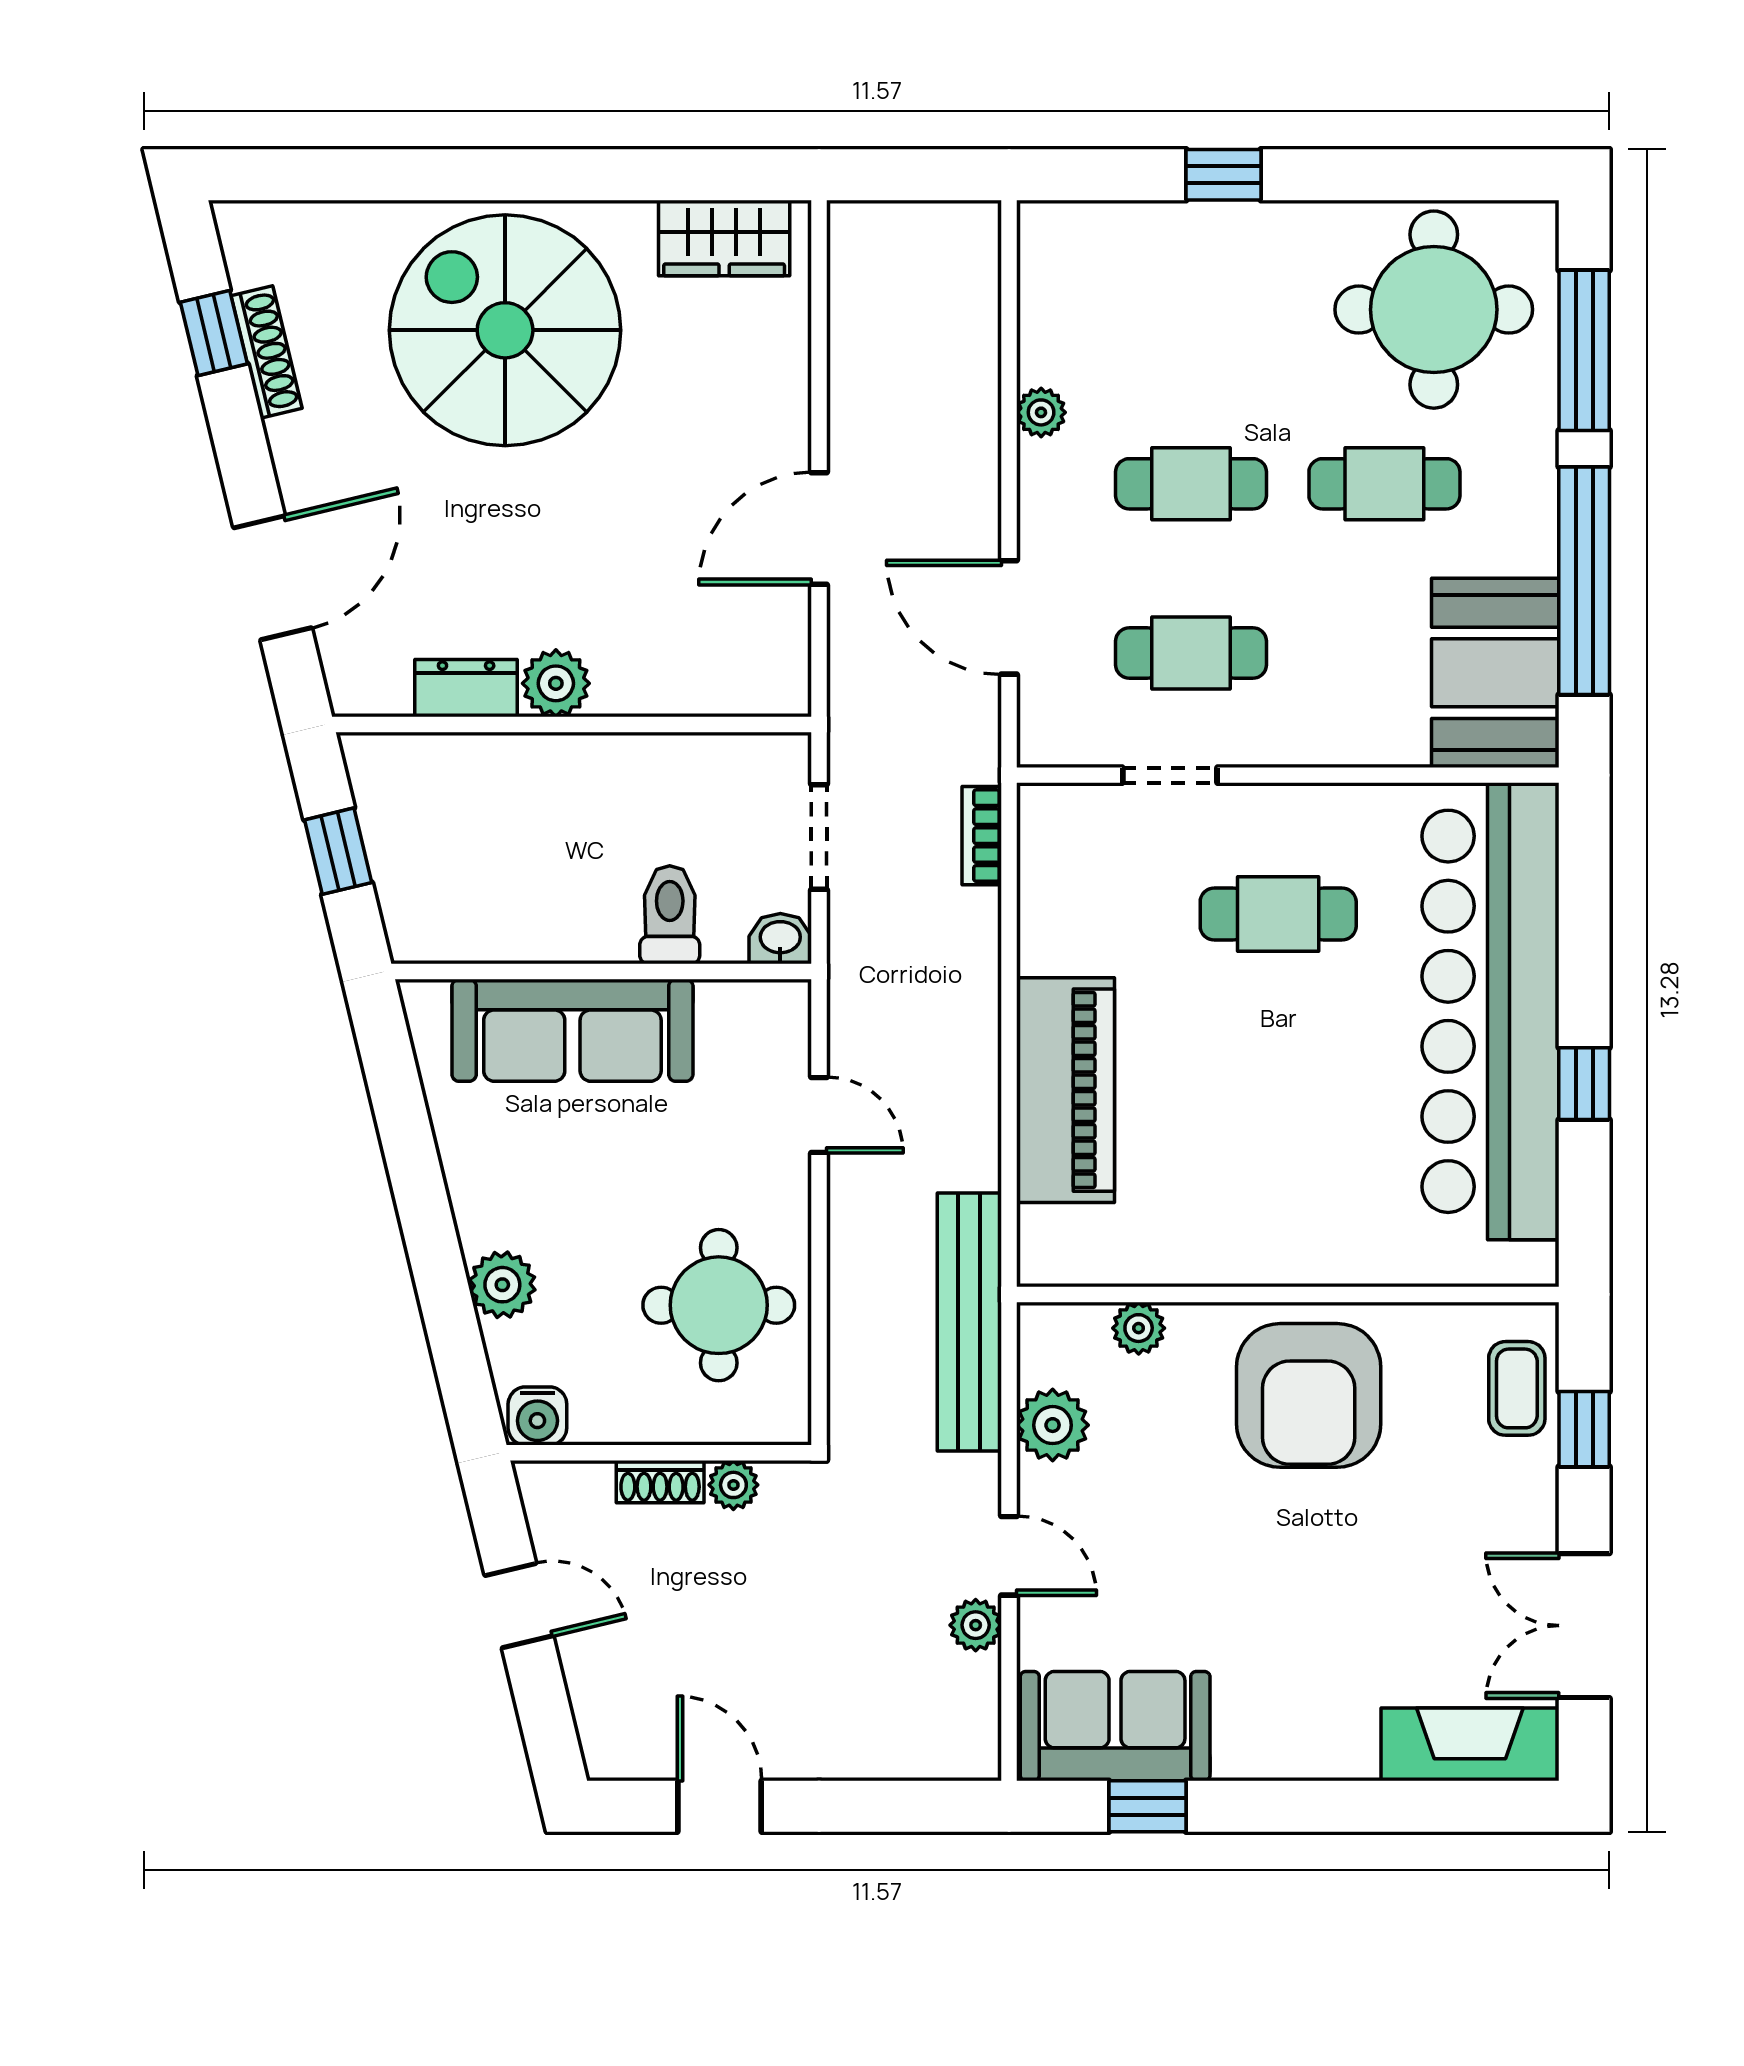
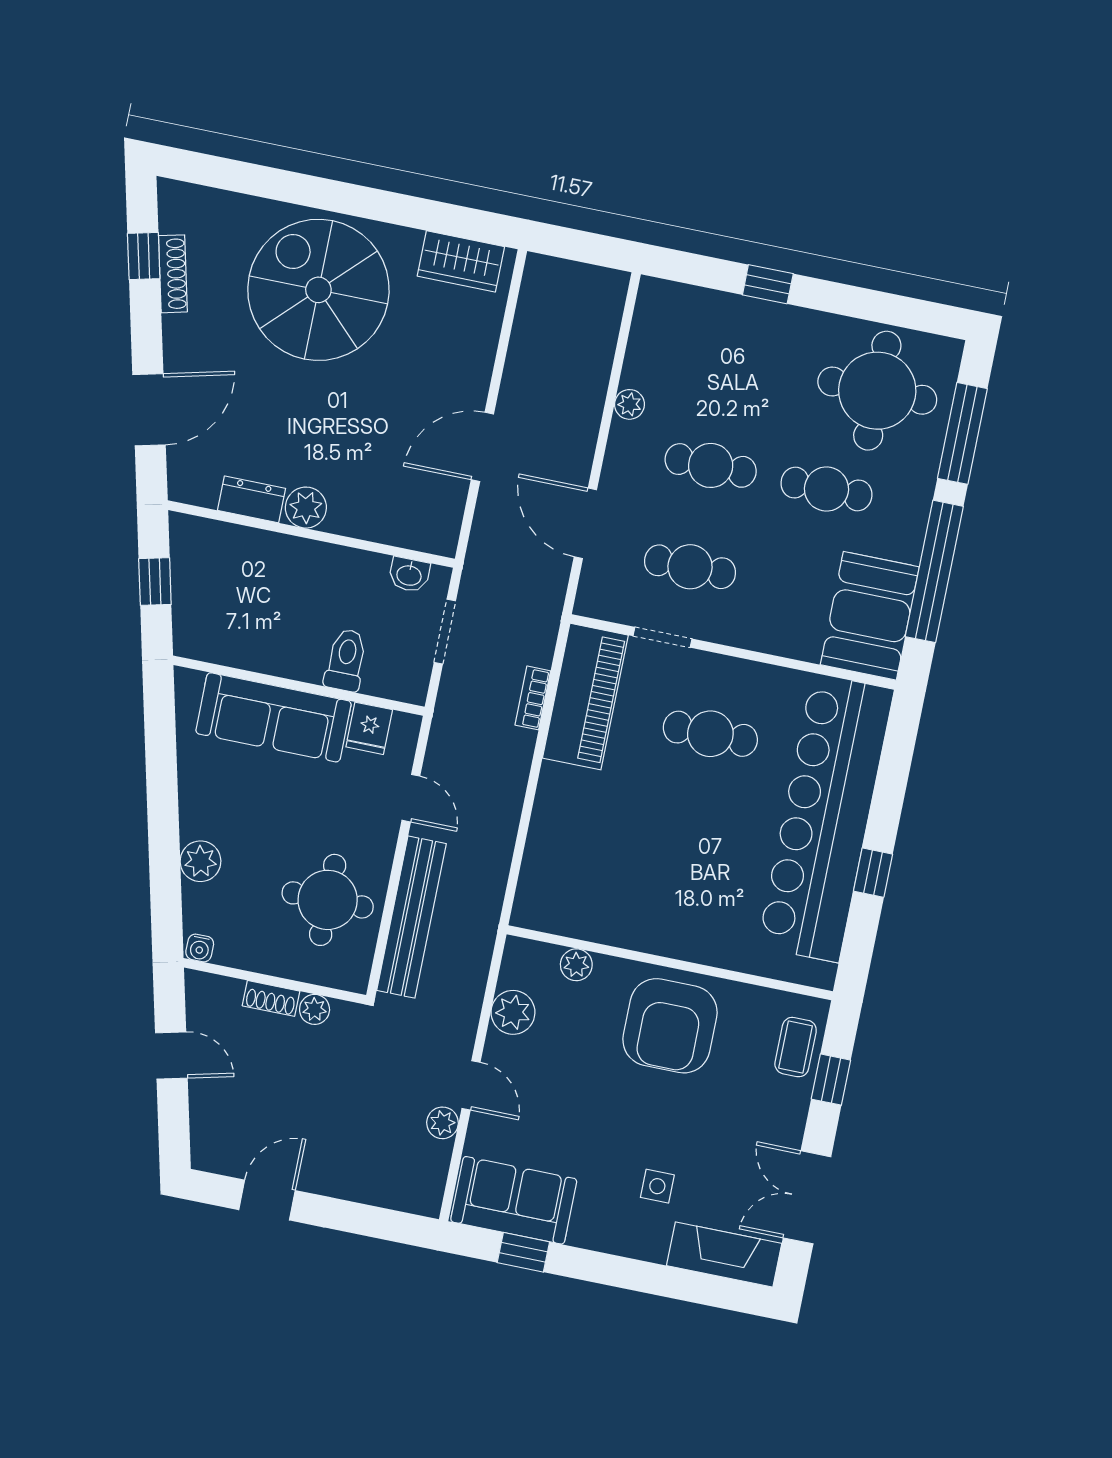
bookcase: (982, 836) -> (533, 698), moved
washbasin: (780, 939) -> (409, 575), moved, turned 180
fridge: (729, 1017) -> (369, 728), added
piano: (1066, 1090) -> (585, 697), moved
bench: (969, 1322) -> (411, 917), moved
water cooler: (537, 1416) -> (200, 948), width x0.72, depth x0.72
side table: (1341, 1657) -> (657, 1186), added
door: (719, 1806) -> (267, 1200), hinge flipped

